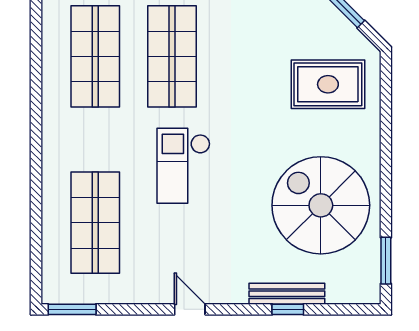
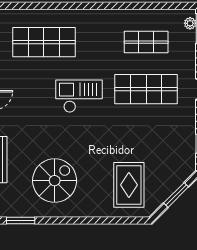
shop shelf: (95, 56) -> (146, 42), width x0.70, depth x0.74
spiral stairs: (321, 205) -> (55, 181), width x0.73, depth x0.73

